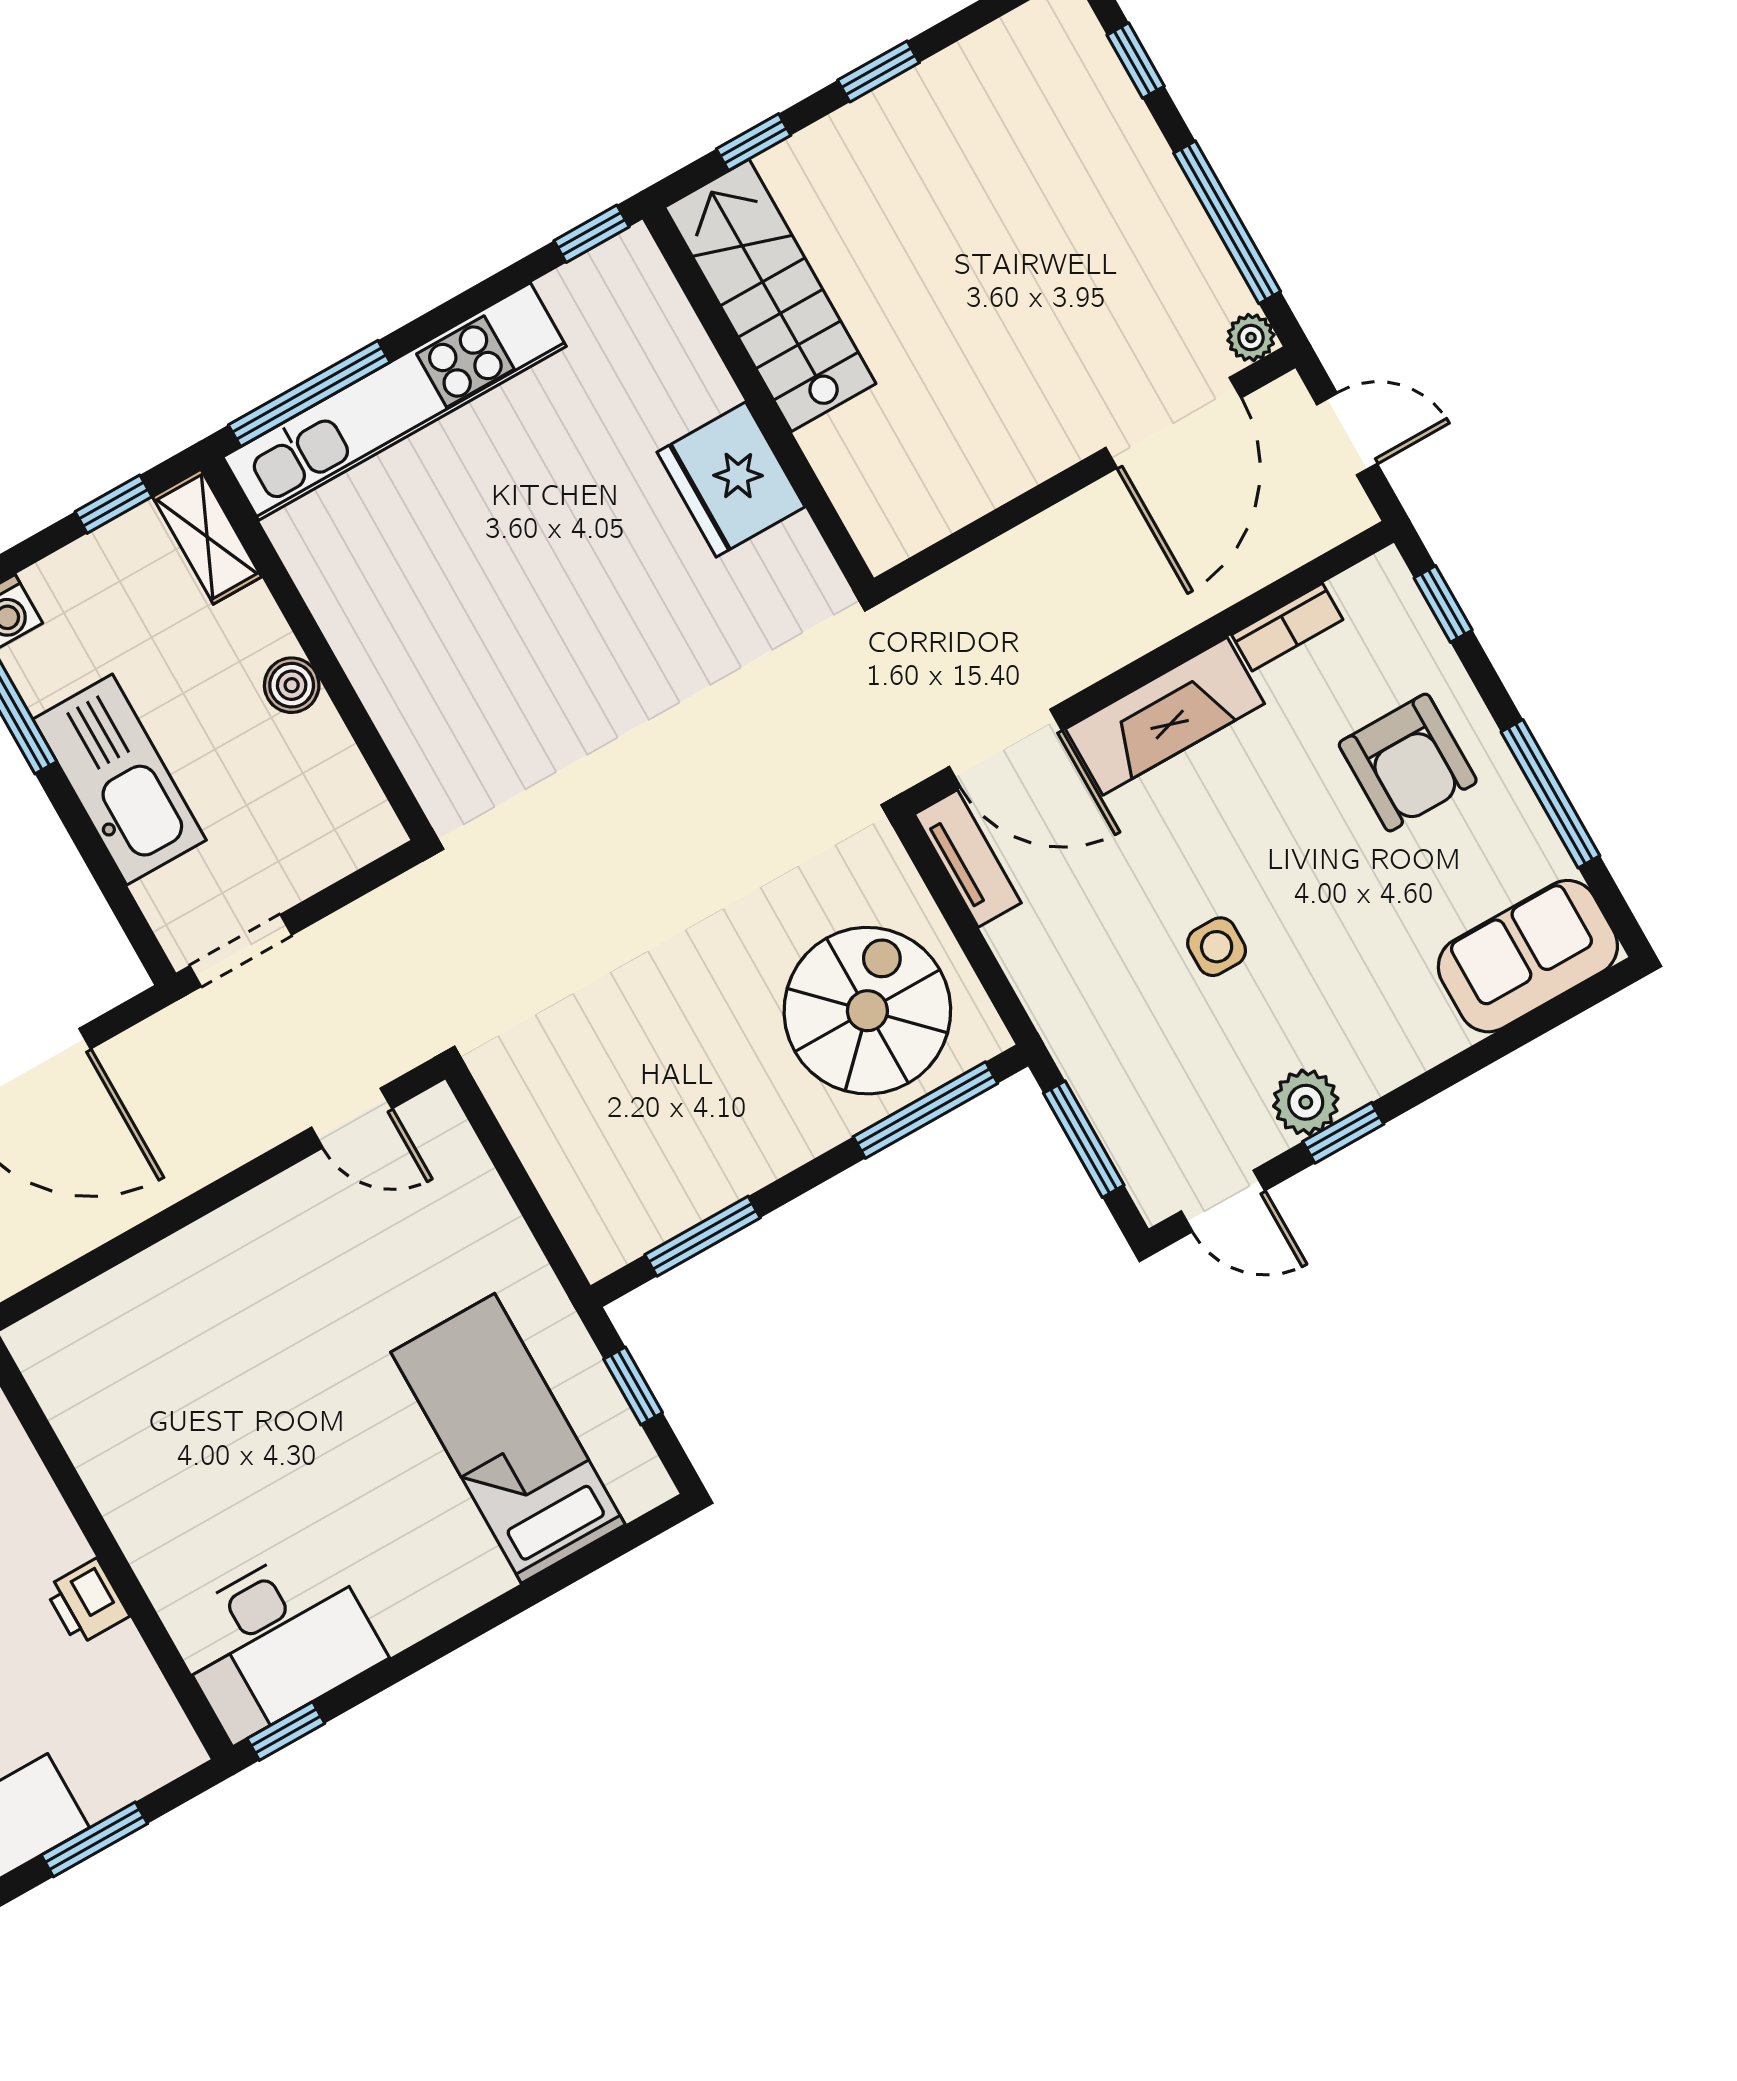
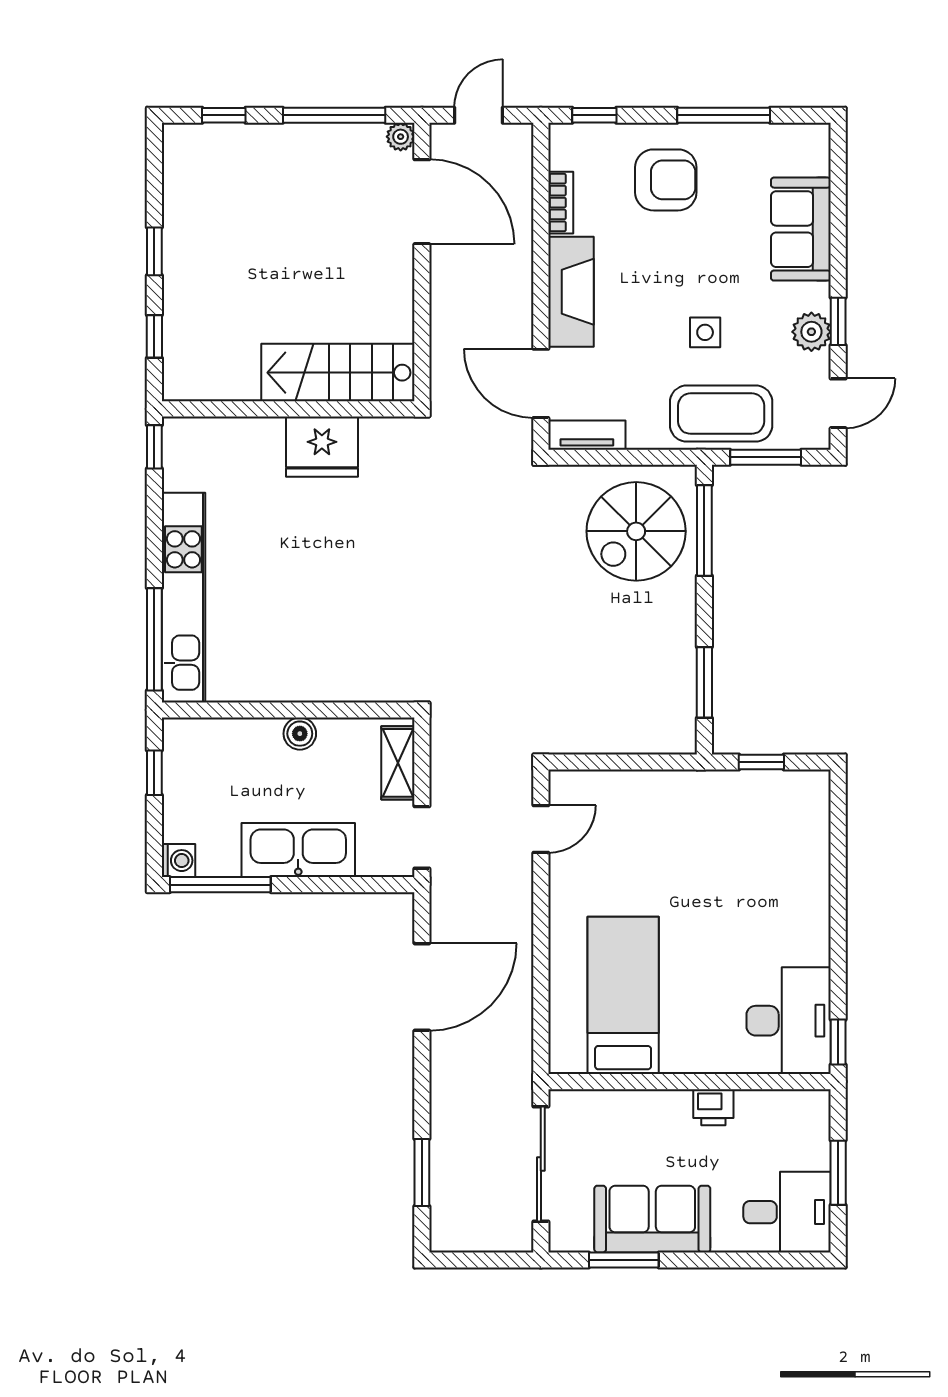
stairs: (770, 295) -> (338, 373), moved
shelving: (207, 537) -> (398, 763), moved, turned 90
door: (1005, 748) -> (541, 383), swing flipped
sofa: (1528, 956) -> (801, 229), moved
spiral stairs: (867, 1011) -> (636, 531), turned -90
coffee table: (1111, 1038) -> (721, 414), added
bed: (508, 1438) -> (623, 995), moved, turned 90

